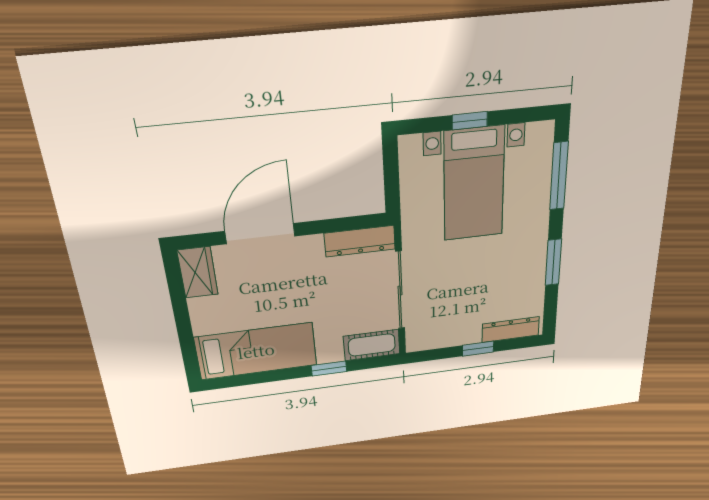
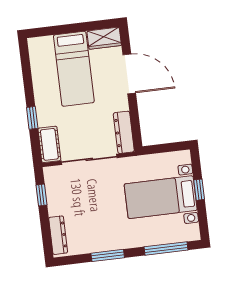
window: (478, 349) -> (42, 195), moved
bed: (256, 351) -> (74, 69), moved

